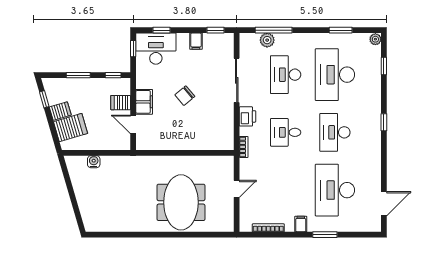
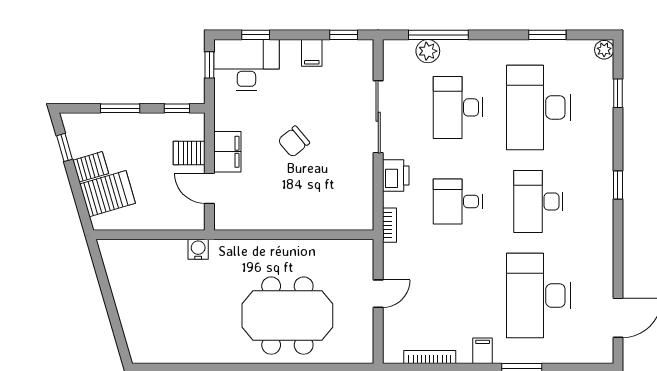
water cooler: (94, 162) -> (198, 249), moved
meeting table: (181, 202) -> (287, 316), turned 90

